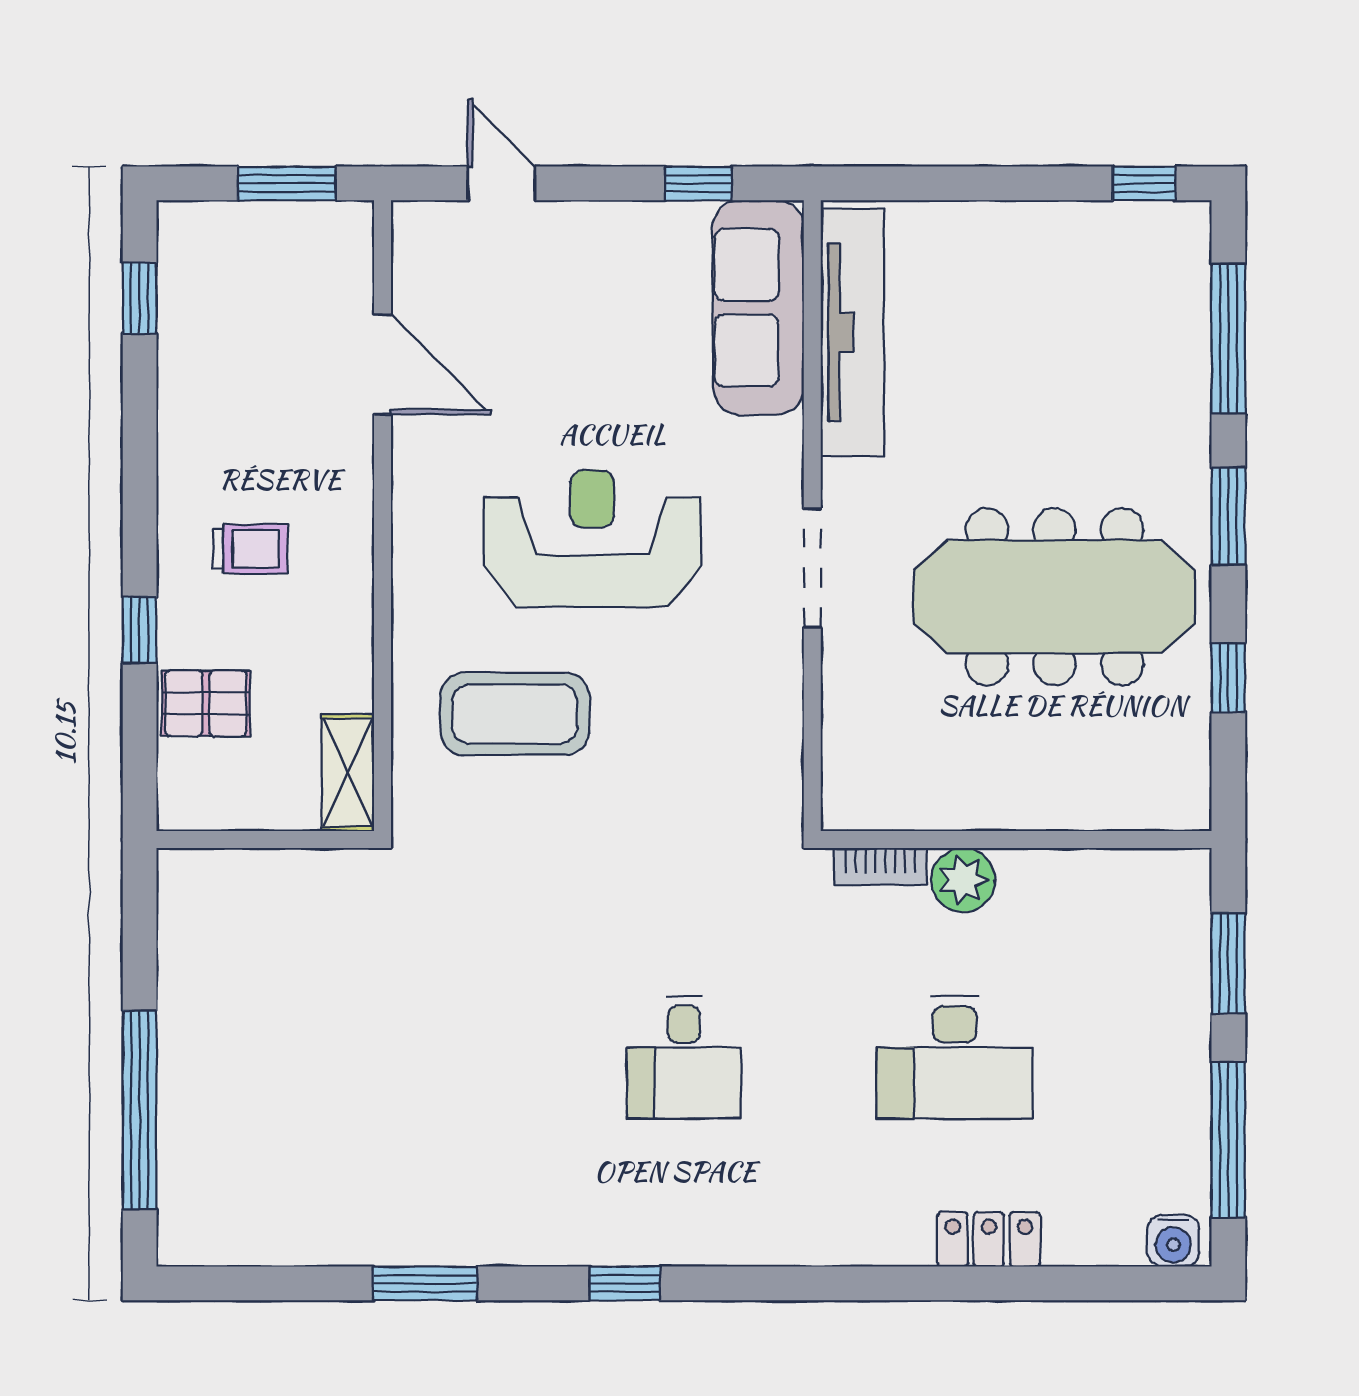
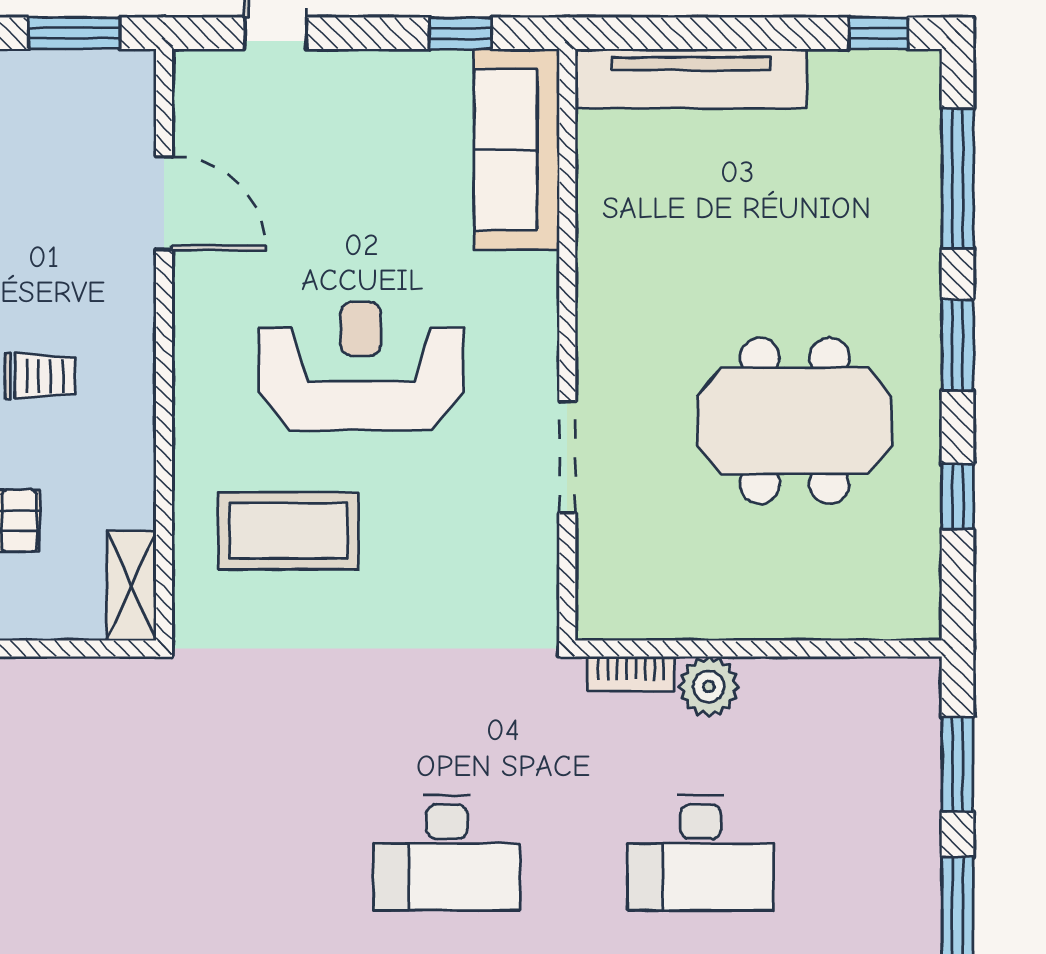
tv unit: (852, 332) -> (691, 79), moved, turned 90
doorway: (812, 568) -> (567, 457), moved
meeting table: (1055, 597) -> (794, 421), width x0.73
desk: (684, 1057) -> (447, 853), width x1.37

